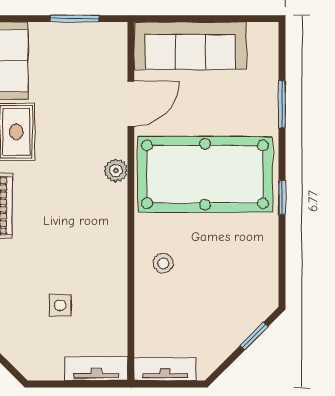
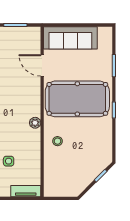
door: (131, 104) -> (42, 65), swing flipped
plant: (116, 171) -> (35, 123), moved
tv unit: (165, 369) -> (58, 191), removed

